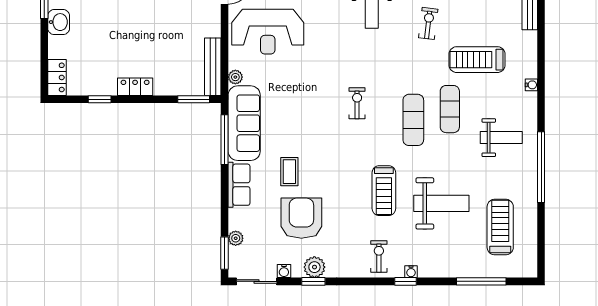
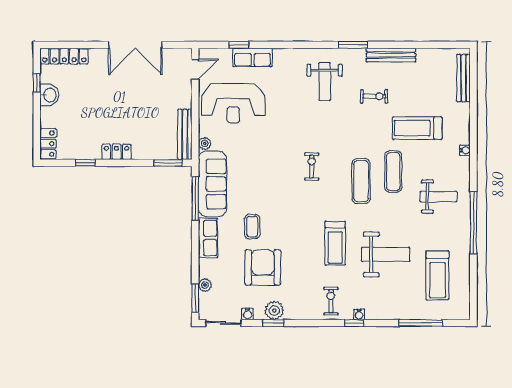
exercise bike: (428, 23) -> (374, 96), turned 83
treadmill: (500, 227) -> (437, 275), turned 180

